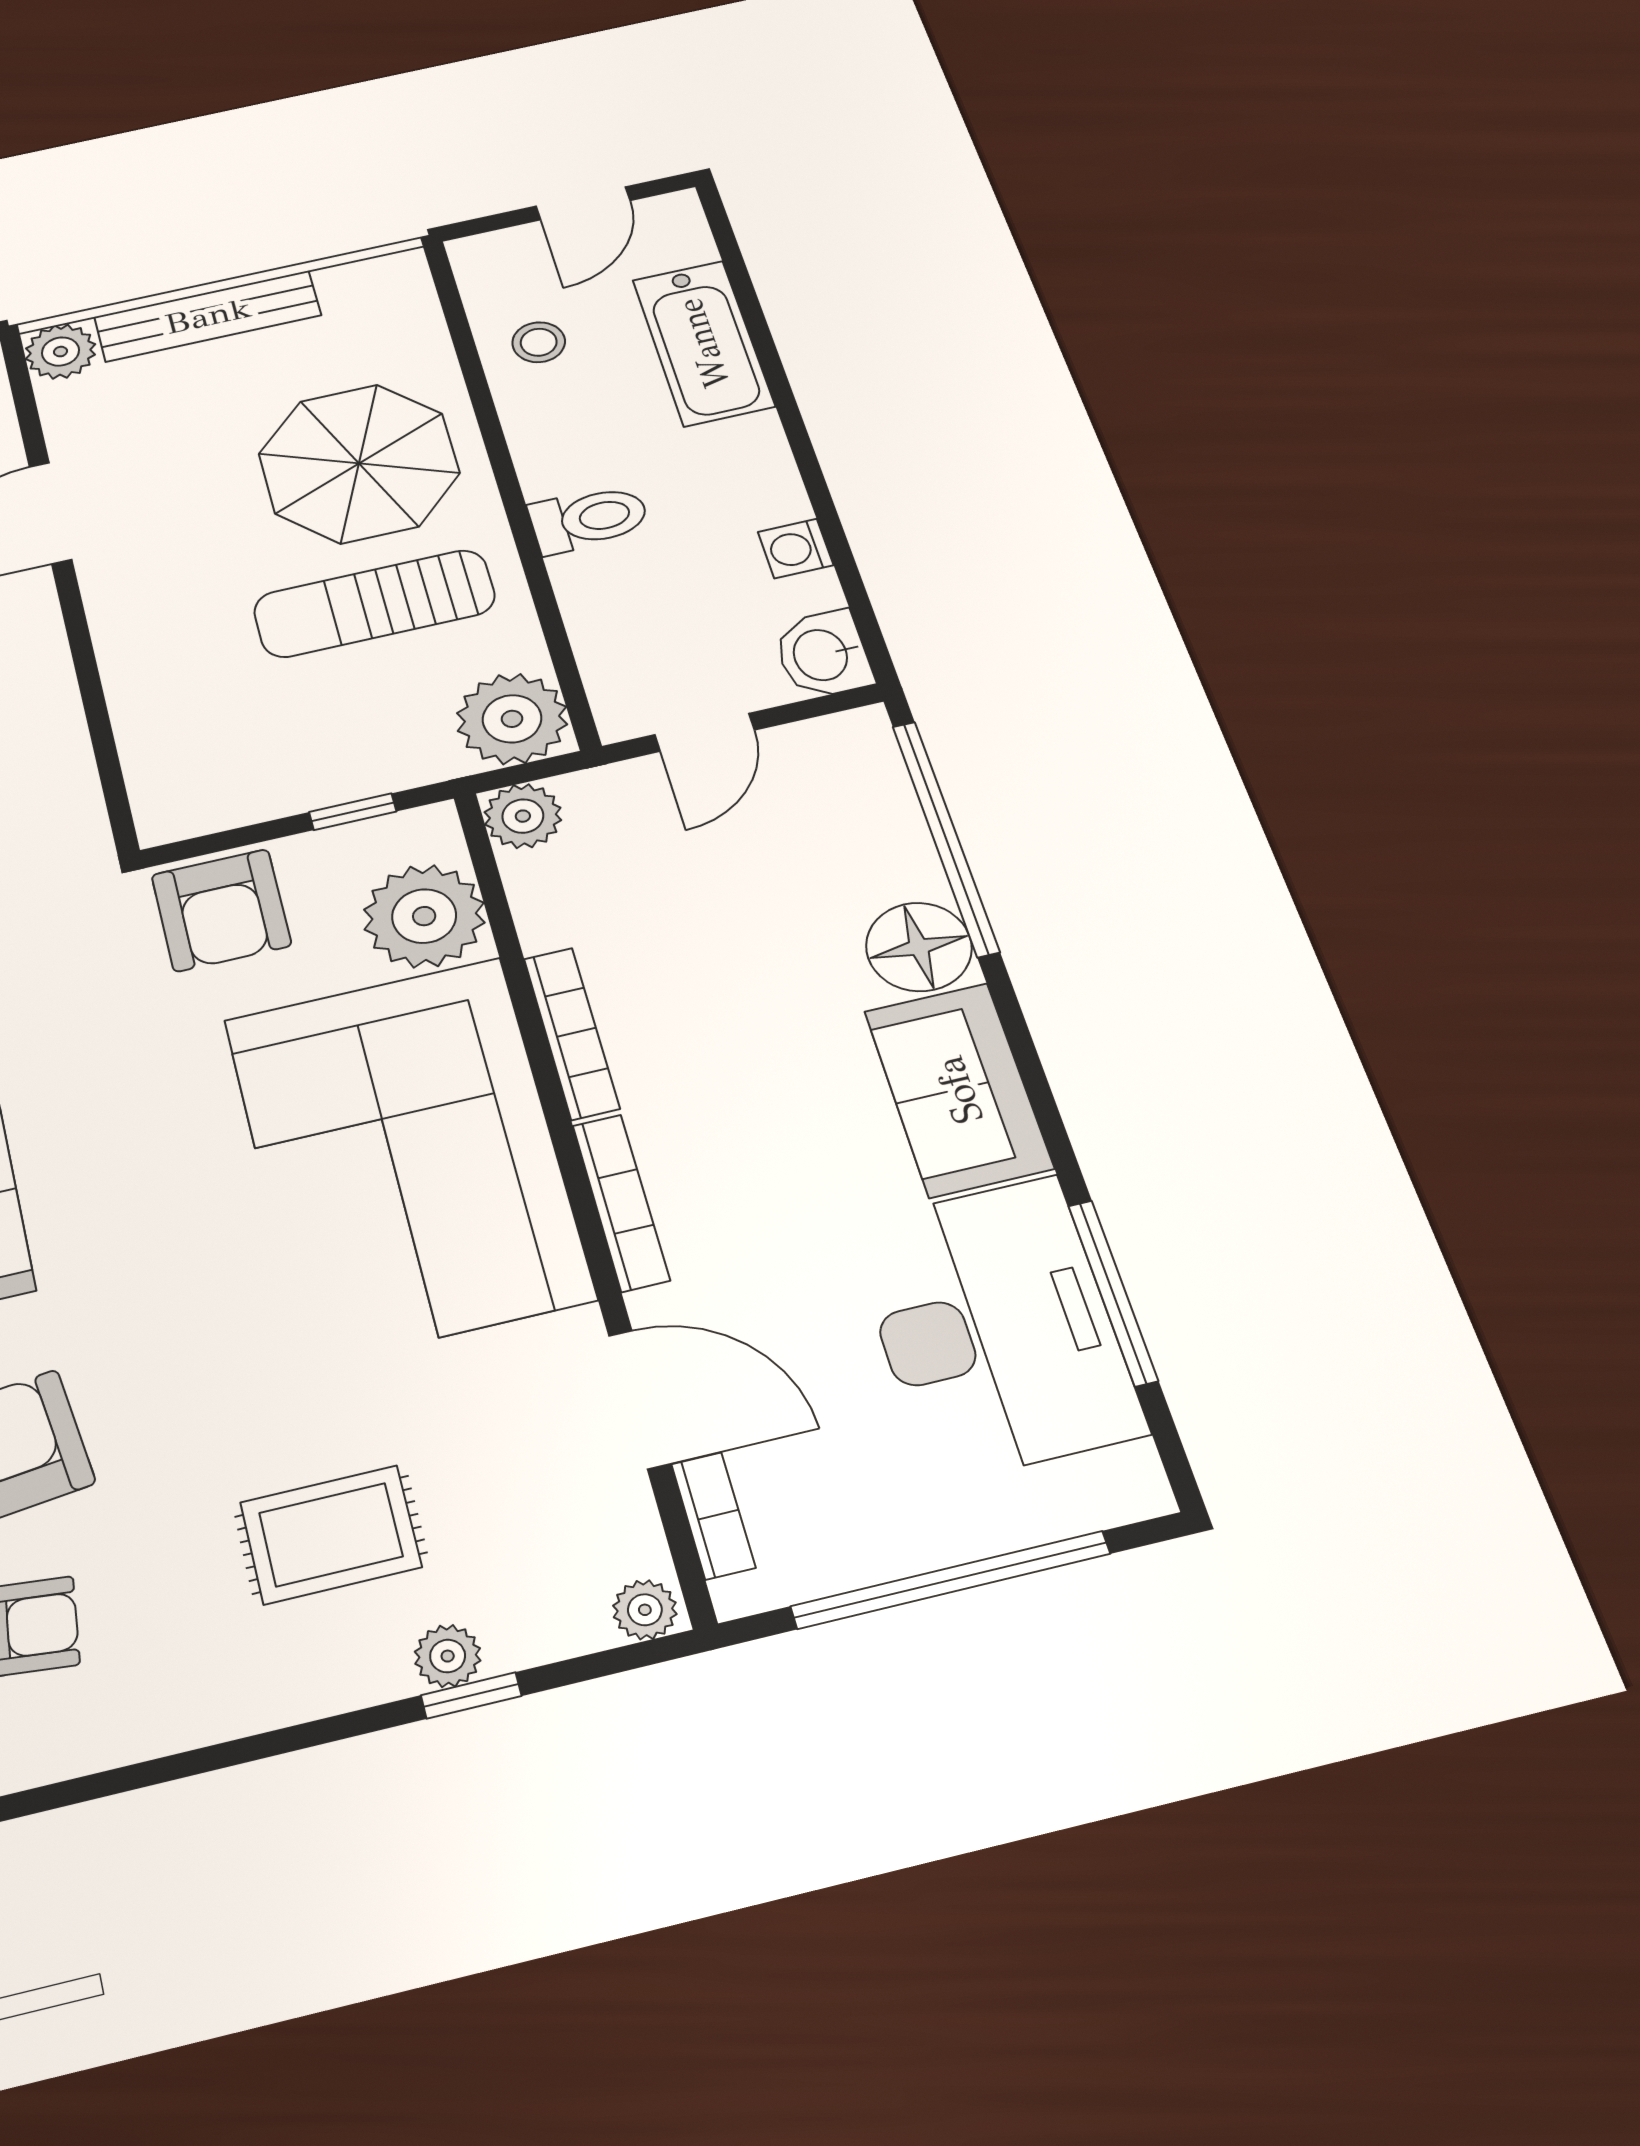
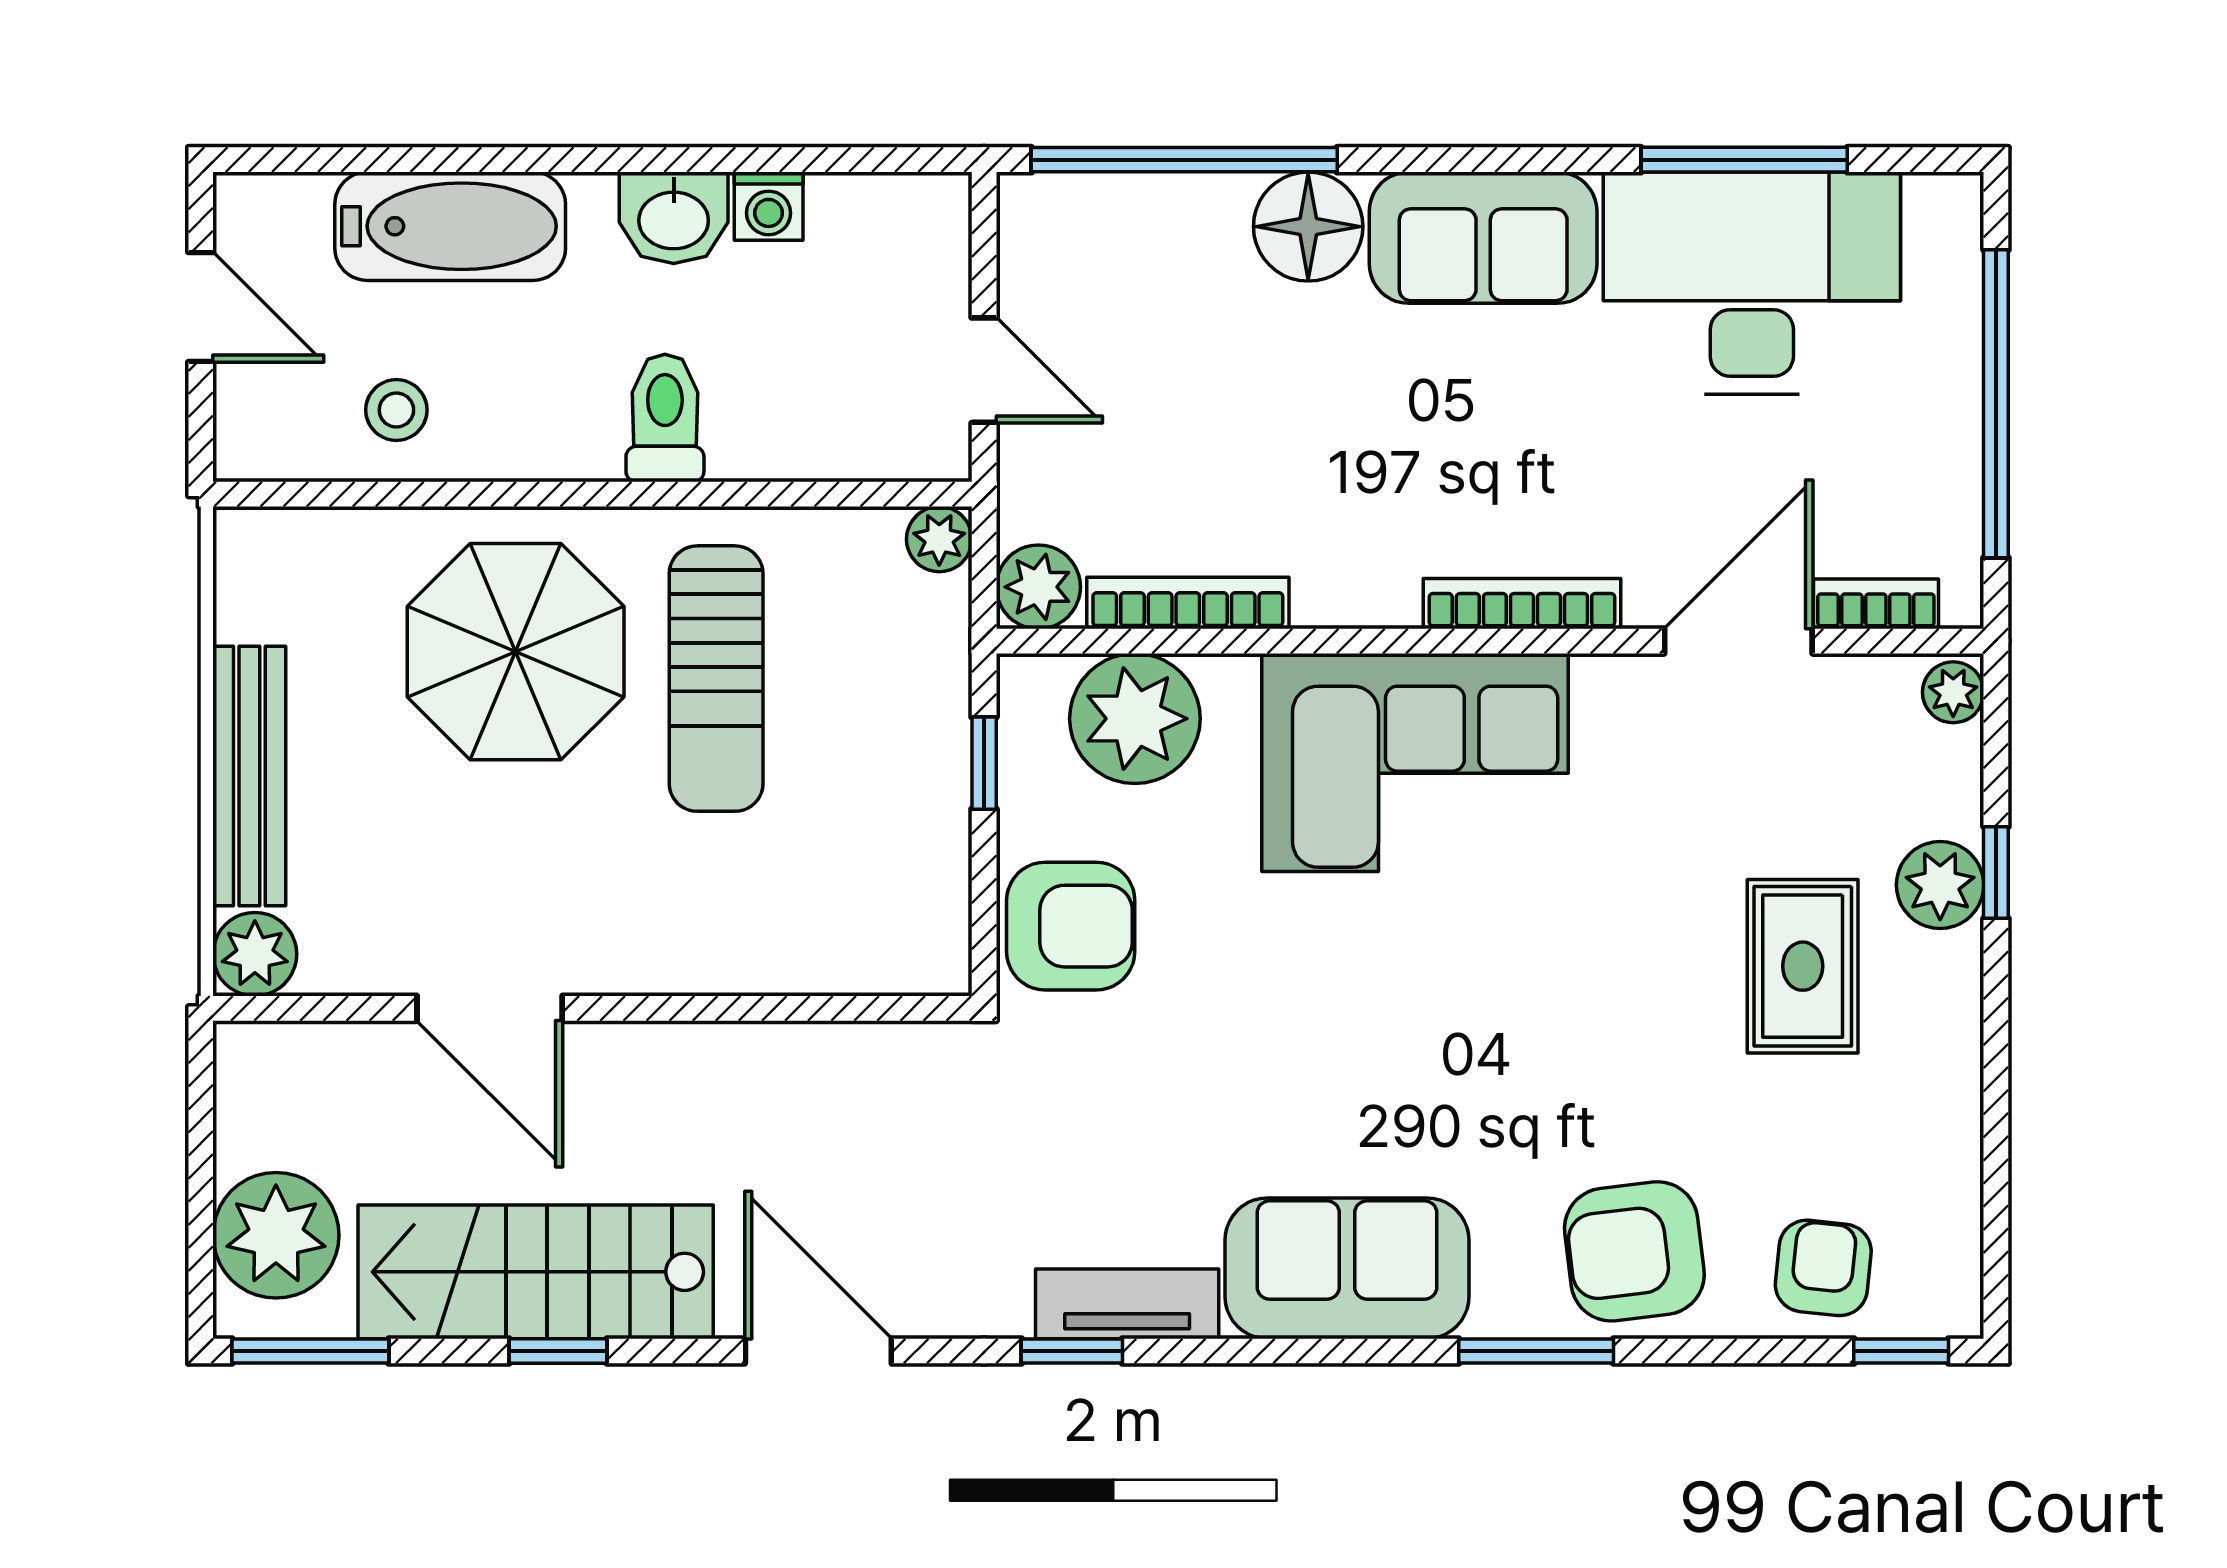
washbasin: (823, 654) -> (674, 218), moved
plant: (512, 719) -> (939, 539), width x0.53, depth x0.53
bookcase: (572, 1033) -> (1188, 603), moved
corner sofa: (407, 1157) -> (1415, 763), width x0.73, depth x0.74
plant: (448, 1656) -> (1940, 885), width x1.38, depth x1.38

